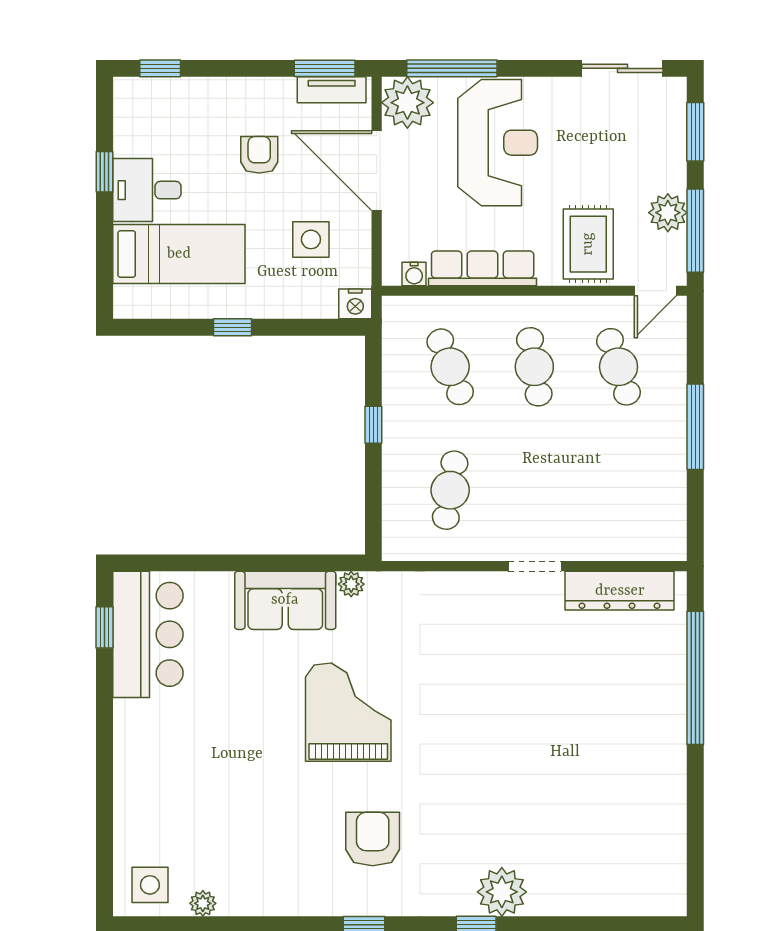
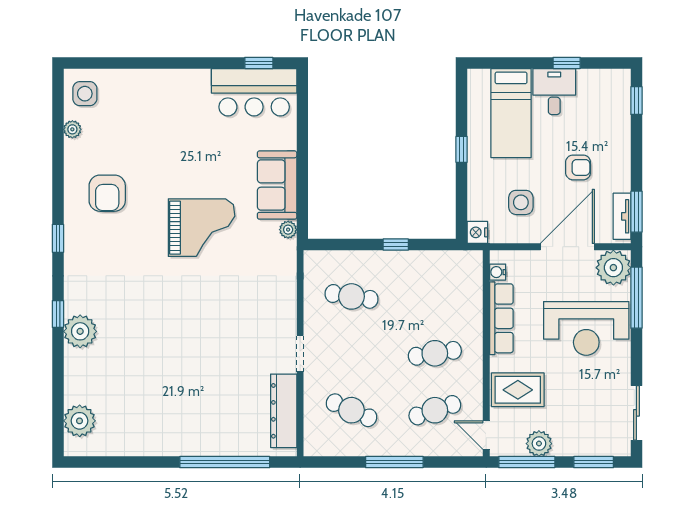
cafe table: (450, 367) -> (351, 410), moved, turned 45
armchair: (373, 839) -> (107, 193), moved, turned 90
plant: (634, 893) -> (80, 421), added

